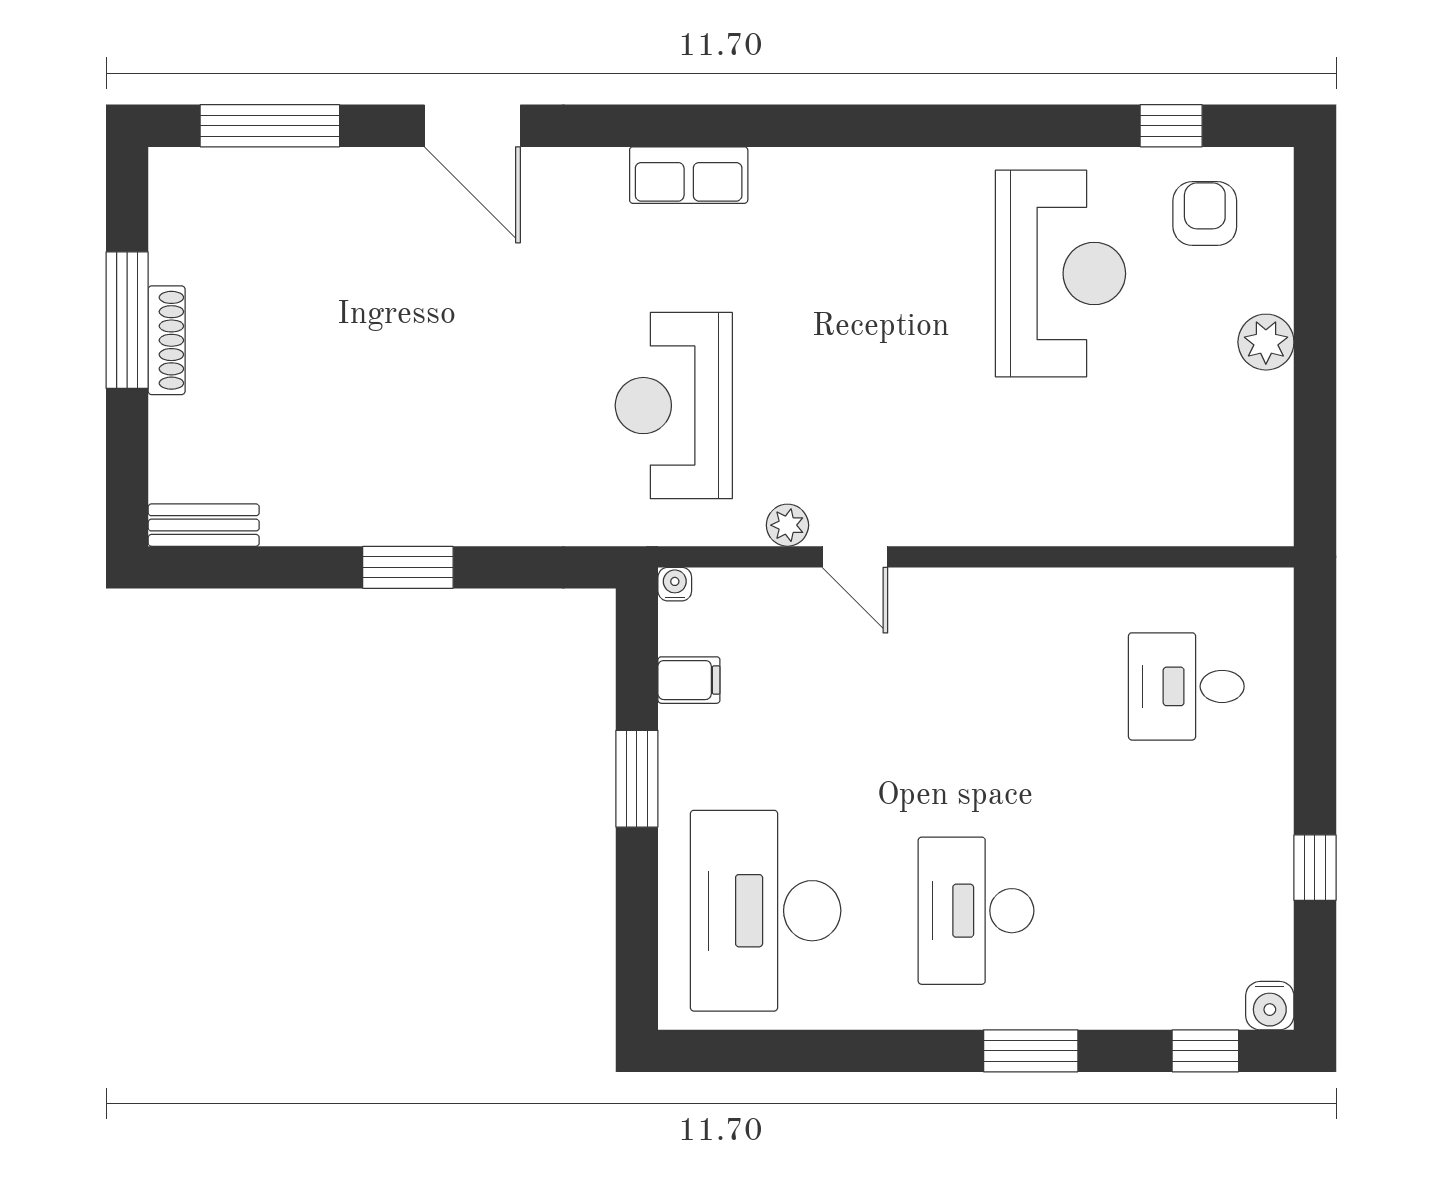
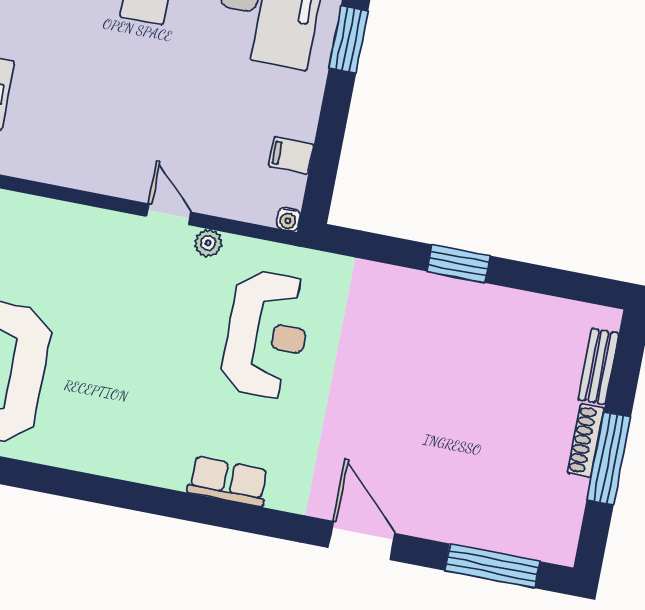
bench: (204, 525) -> (598, 366), moved, turned 90
window: (637, 779) -> (349, 40), moved

